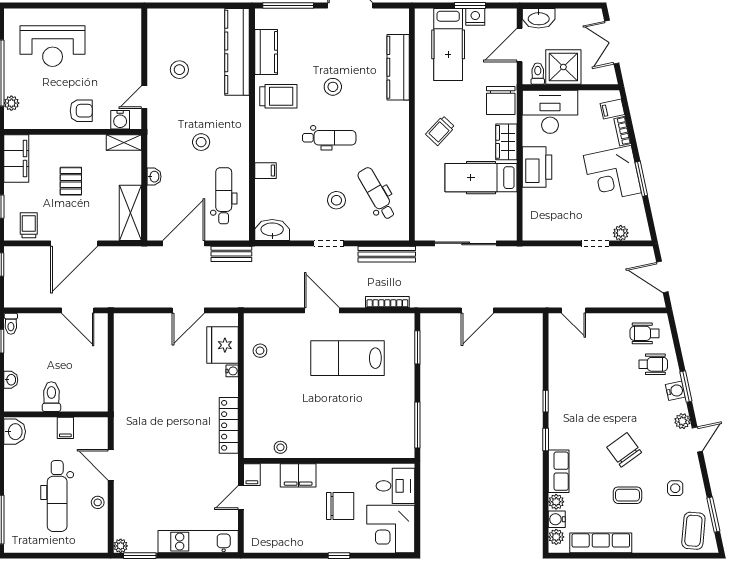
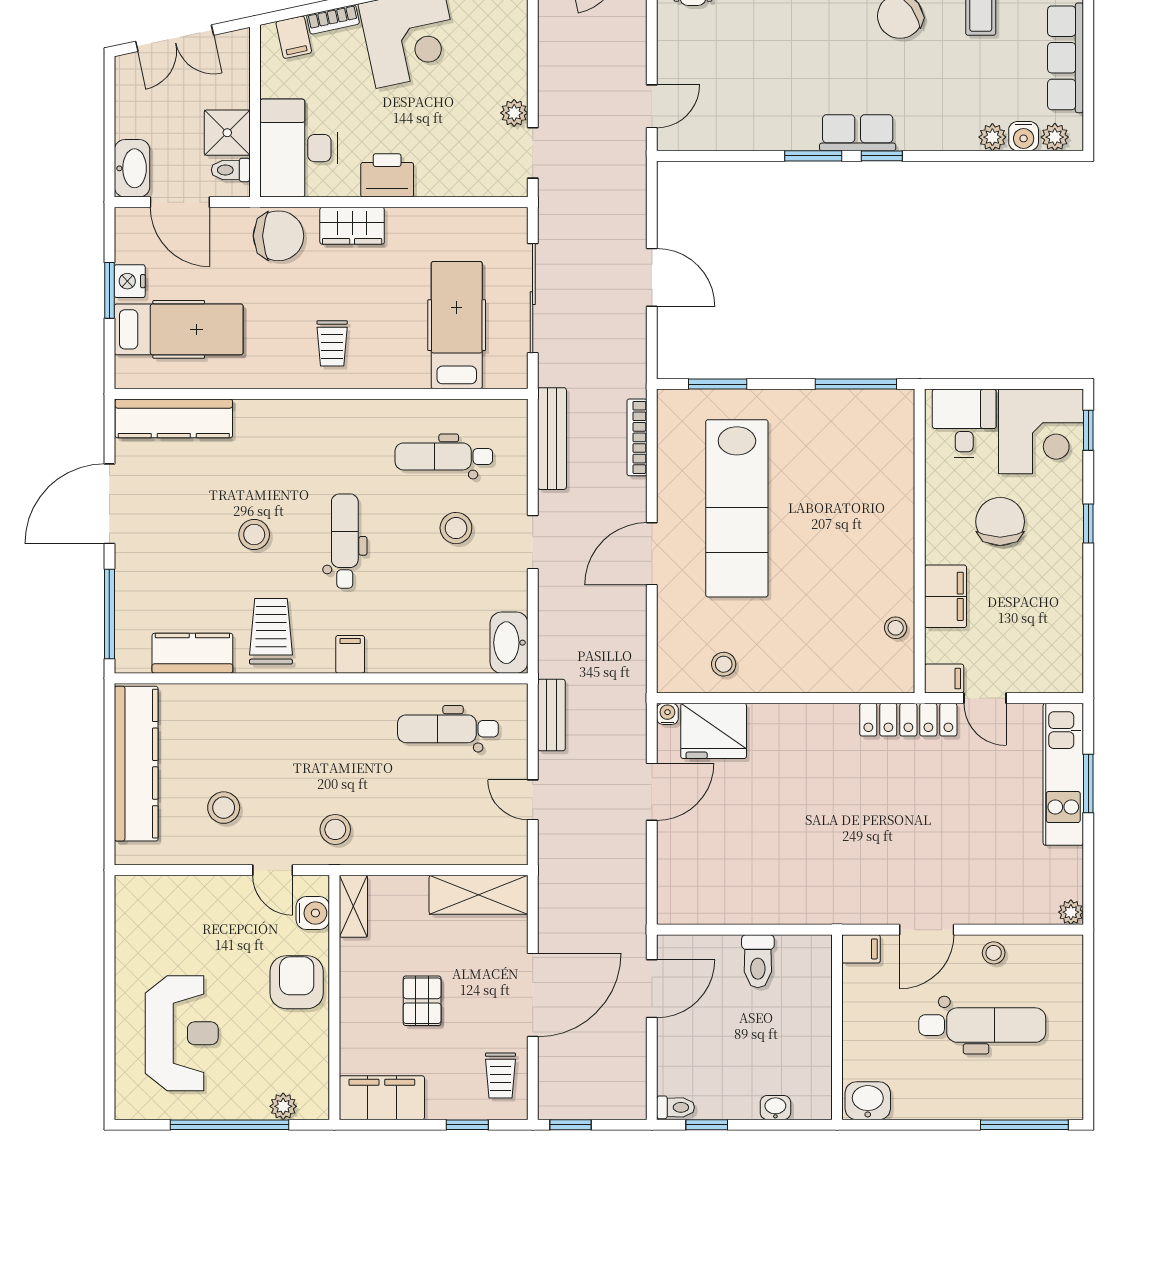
kitchen counter: (237, 52) -> (136, 764), moved, turned -90
kitchen counter: (398, 67) -> (174, 418), moved
shower: (563, 67) -> (227, 133), width x0.73, depth x0.73
armchair: (81, 111) -> (297, 982), width x1.38, depth x1.38
trolley: (440, 131) -> (332, 343), turned 47
stool: (201, 142) -> (335, 829), moved
printer: (537, 167) -> (387, 175), width x0.73, depth x0.84
filing cabinet: (265, 171) -> (350, 654), moved
washbasin: (154, 177) -> (414, 853), removed
hospital bed: (481, 178) -> (457, 325), moved, turned 180
pallet: (71, 181) -> (422, 1001), turned 90
dental chair: (377, 193) -> (444, 456), turned 30
trolley: (29, 225) -> (500, 1075), turned -90
plant: (621, 233) -> (514, 113), moved
door: (74, 243) -> (533, 995), hinge flipped
door: (184, 243) -> (533, 800), width x0.53
doorway: (595, 243) -> (533, 153), moved
door: (188, 310) -> (652, 792), hinge flipped
lab bench: (348, 358) -> (737, 508), width x1.36
water cooler: (232, 371) -> (667, 714), moved
toilet: (51, 397) -> (758, 961), moved, turned -90
window: (546, 401) -> (813, 156), width x1.50
locker: (229, 425) -> (908, 720), moved
filing cabinet: (65, 428) -> (861, 949), moved
row of seats: (559, 471) -> (858, 133), moved
window: (140, 556) -> (1088, 784), moved
window: (391, 556) -> (1088, 430), added

